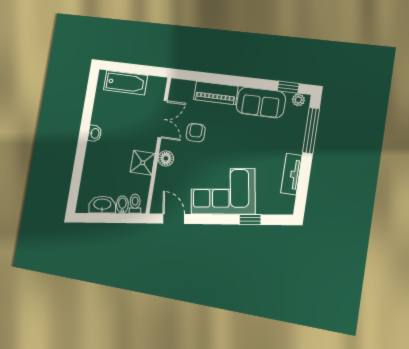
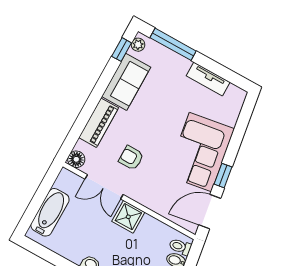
double door: (163, 119) -> (104, 187), swing flipped
floor lamp: (166, 158) -> (76, 159), moved
shower: (143, 163) -> (128, 217), moved
door: (174, 219) -> (210, 212), width x1.38
window: (250, 219) -> (223, 176), moved

